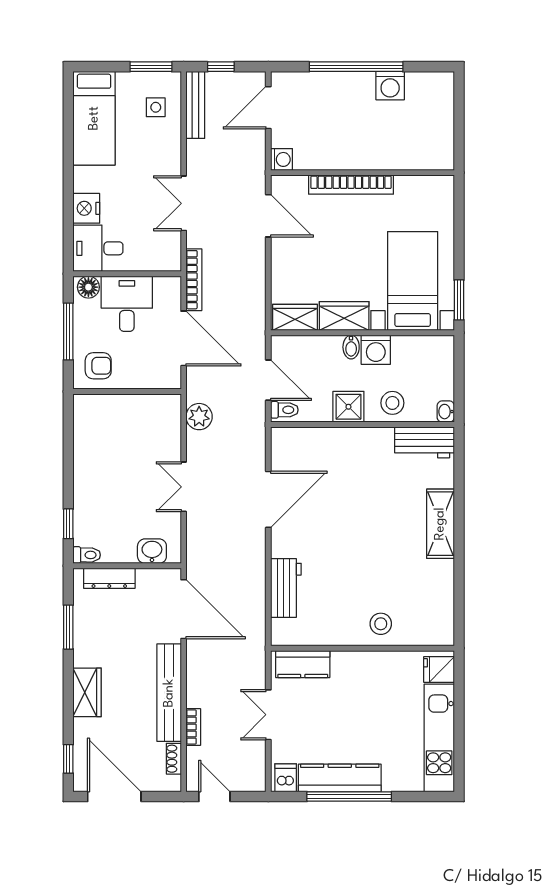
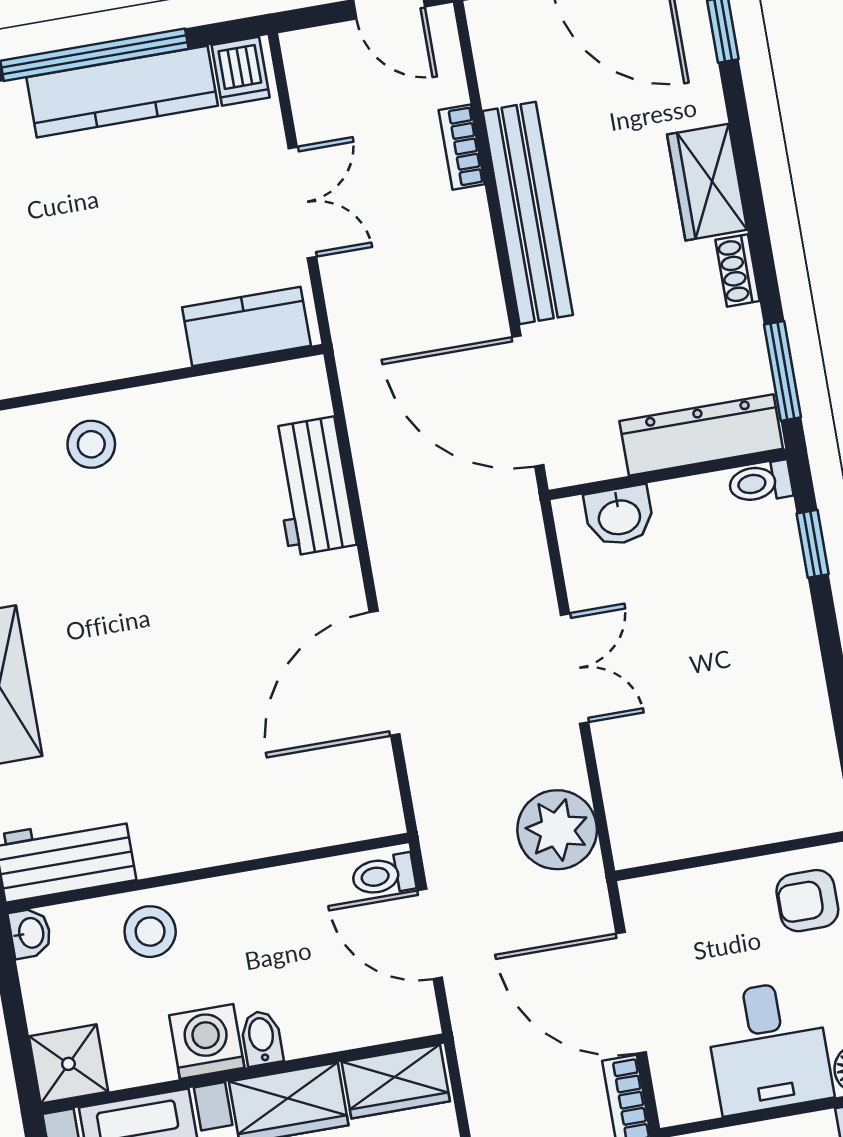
shower: (348, 407) -> (68, 1064), moved
plant: (199, 417) -> (557, 830), width x1.36, depth x1.36
dresser: (109, 578) -> (701, 435), width x1.37, depth x1.24
window: (68, 627) -> (782, 371), moved
shoe rack: (174, 759) -> (738, 270), moved, turned 180

